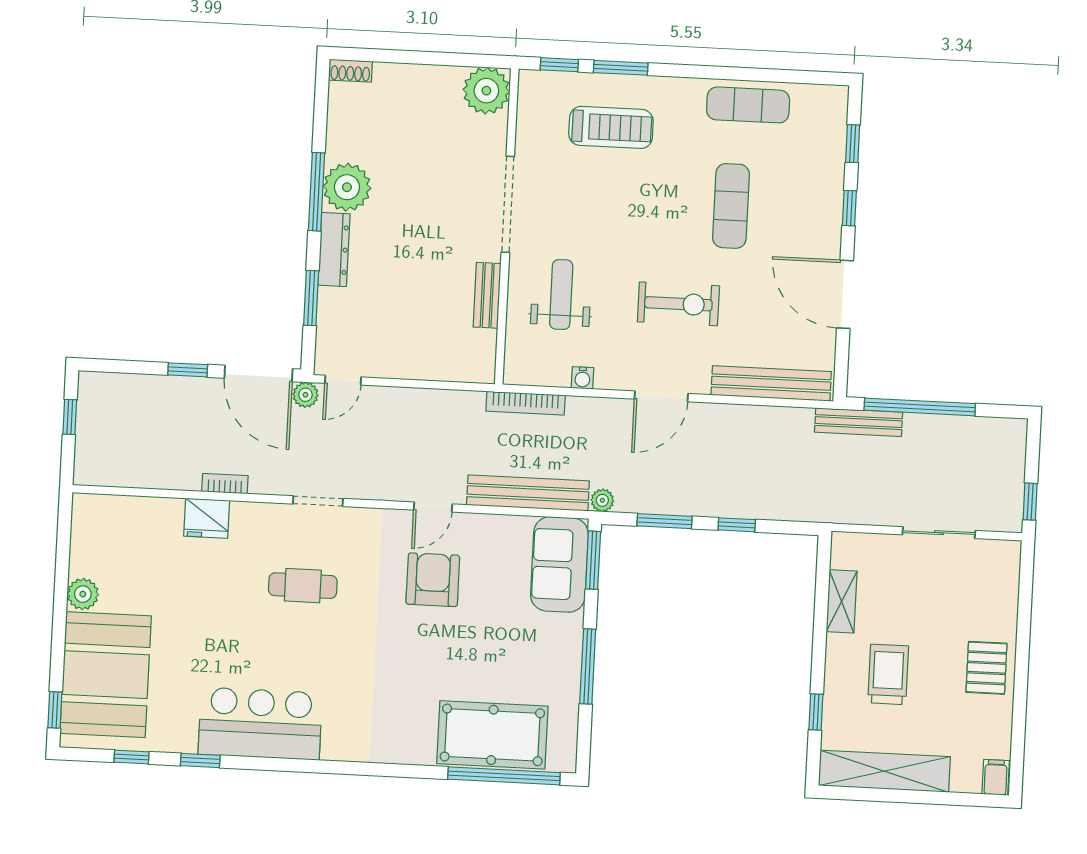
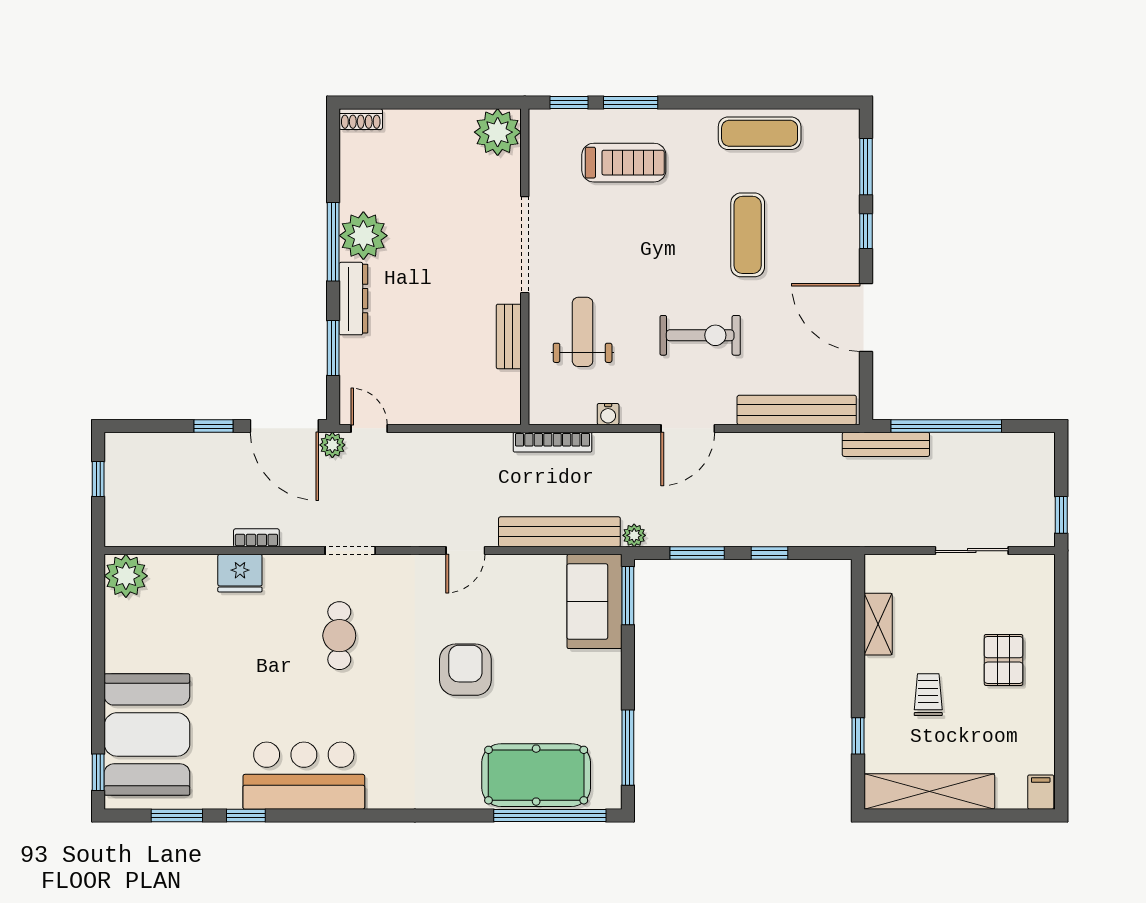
window: (853, 144) -> (866, 167), width x1.50
door: (343, 380) -> (369, 428), swing flipped
armchair: (433, 580) -> (465, 670), moved
cafe table: (303, 586) -> (339, 636), turned 90
plant: (83, 594) -> (126, 576), moved, width x1.36, depth x1.36
window: (588, 666) -> (628, 748), moved
pallet: (986, 668) -> (1004, 660), moved
trolley: (888, 674) -> (928, 695), width x0.73, depth x0.72
window: (131, 757) -> (177, 815), width x1.50

